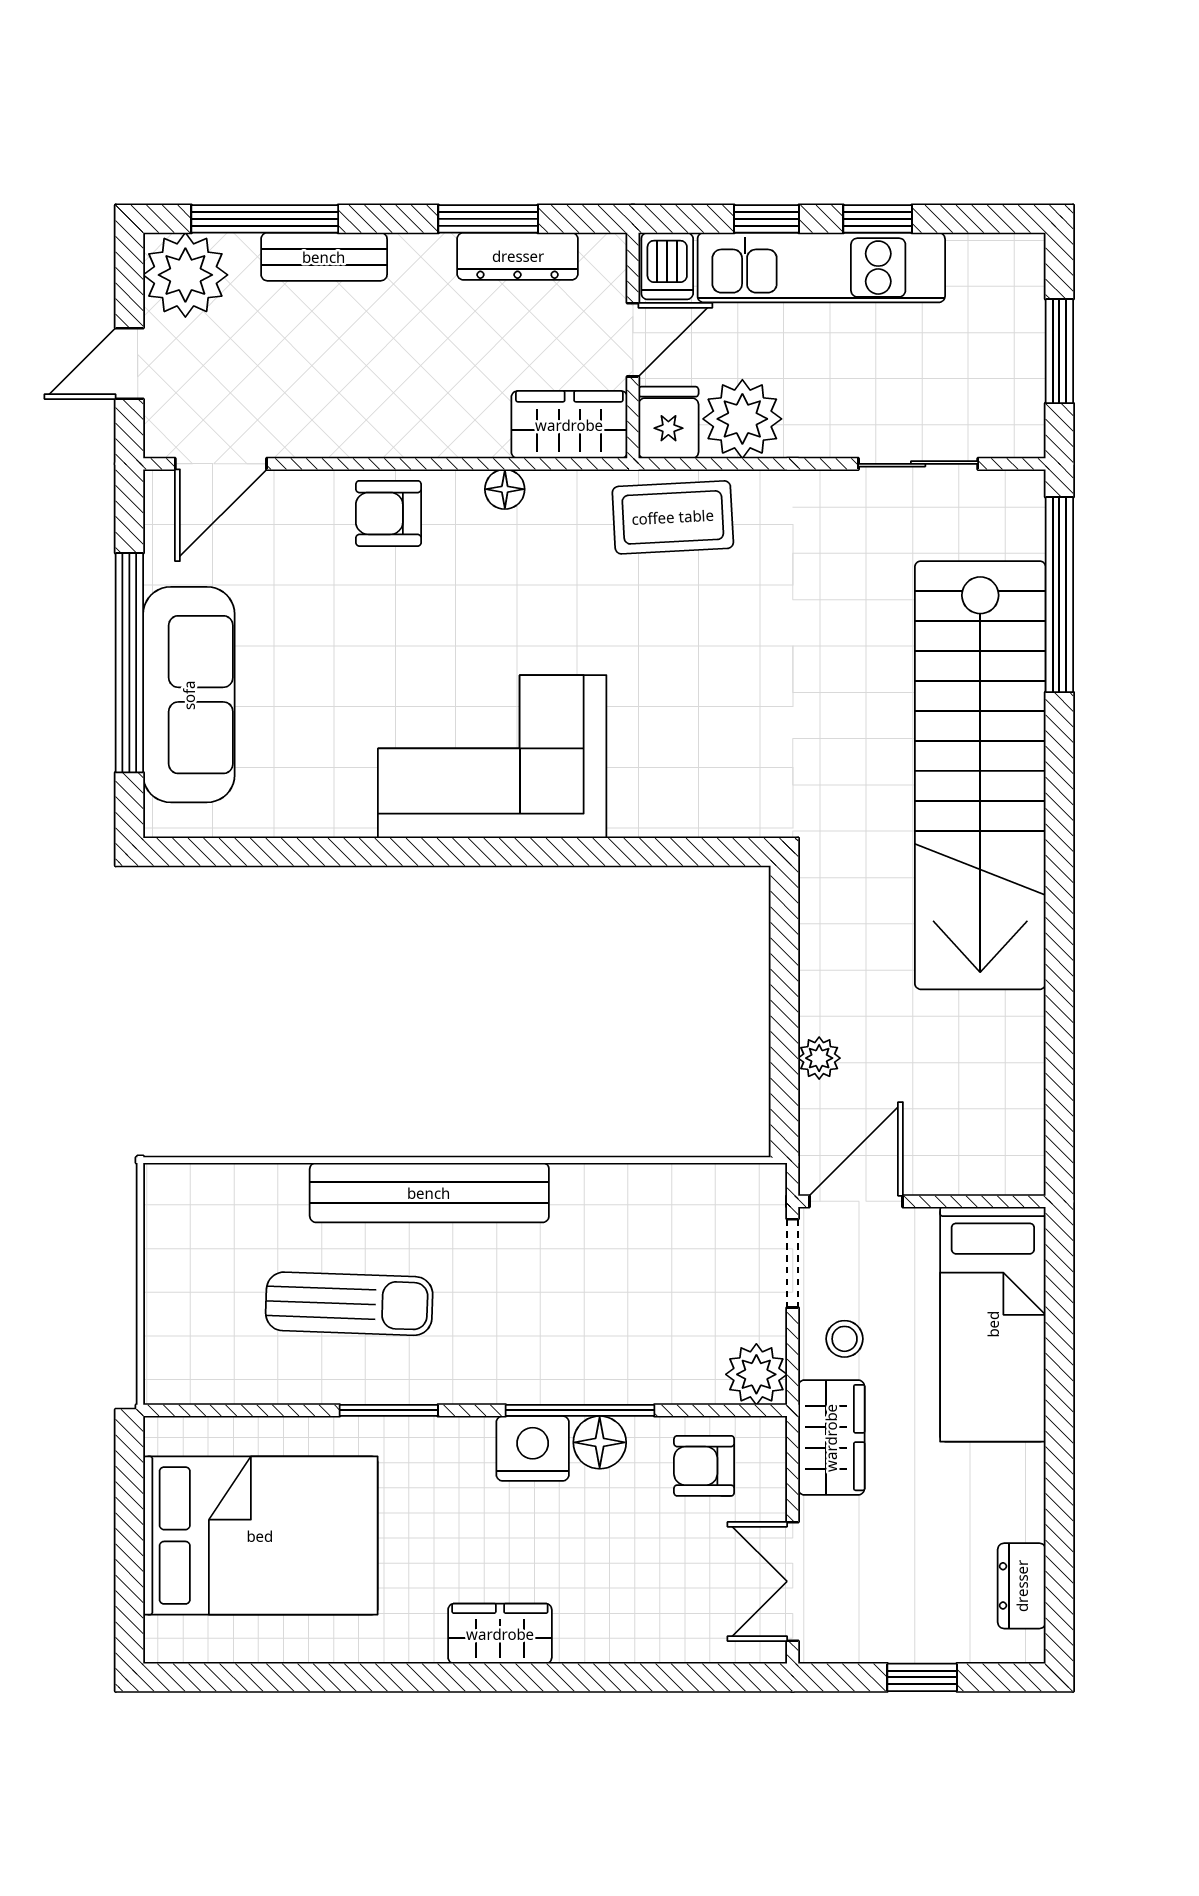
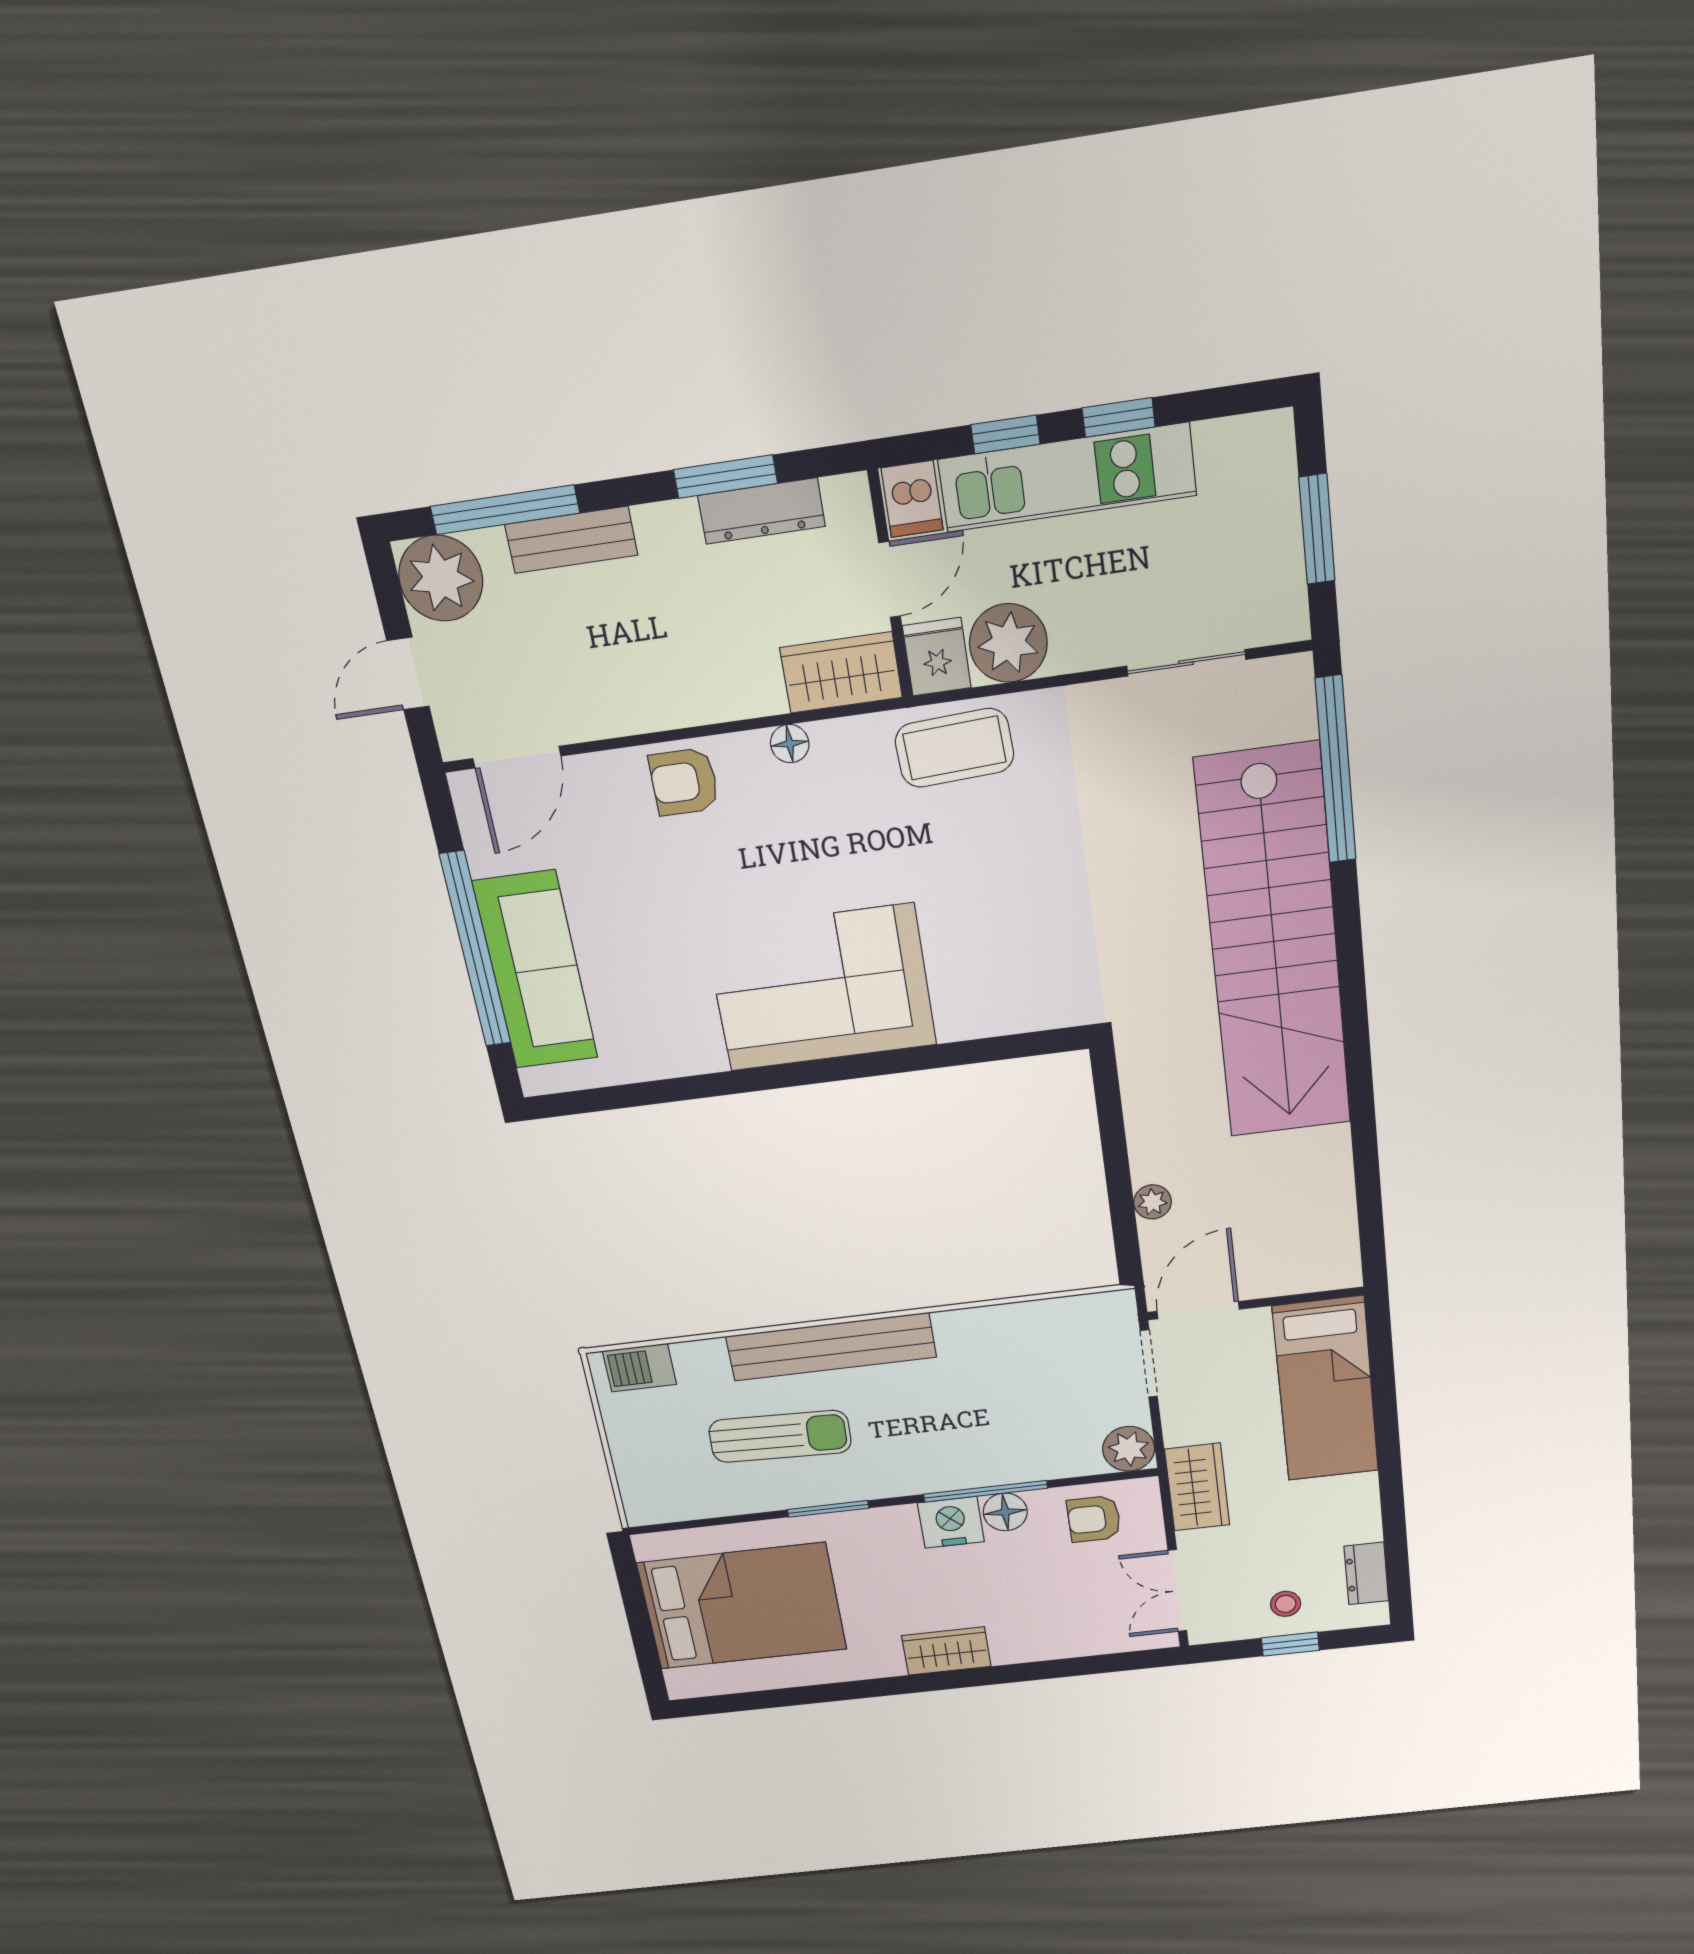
barbecue: (202, 1190) -> (640, 1368), added
stool: (845, 1339) -> (1286, 1604), moved

